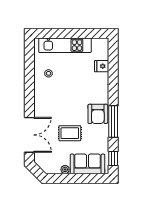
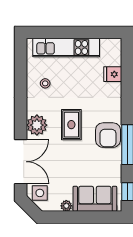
plant: (42, 106) -> (37, 125), added
rug: (70, 133) -> (71, 125), moved, turned 90
side table: (44, 159) -> (40, 193), added

